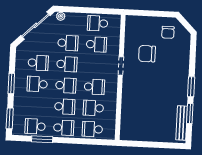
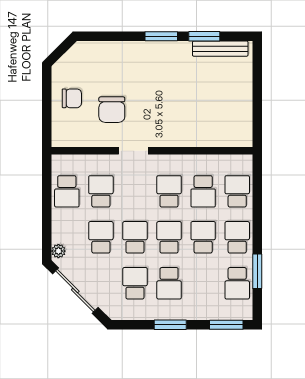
chair: (168, 32) -> (72, 98), moved
school desk: (92, 129) -> (237, 191), turned 180

